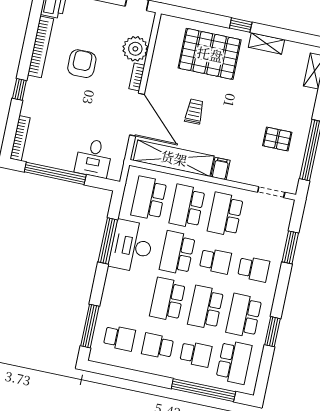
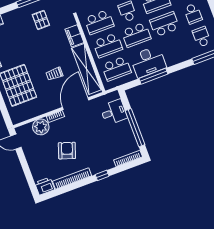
armchair: (82, 64) -> (67, 151), turned 109
filing cabinet: (220, 169) -> (74, 36), width x2.00
school desk: (167, 299) -> (164, 24), turned 180

